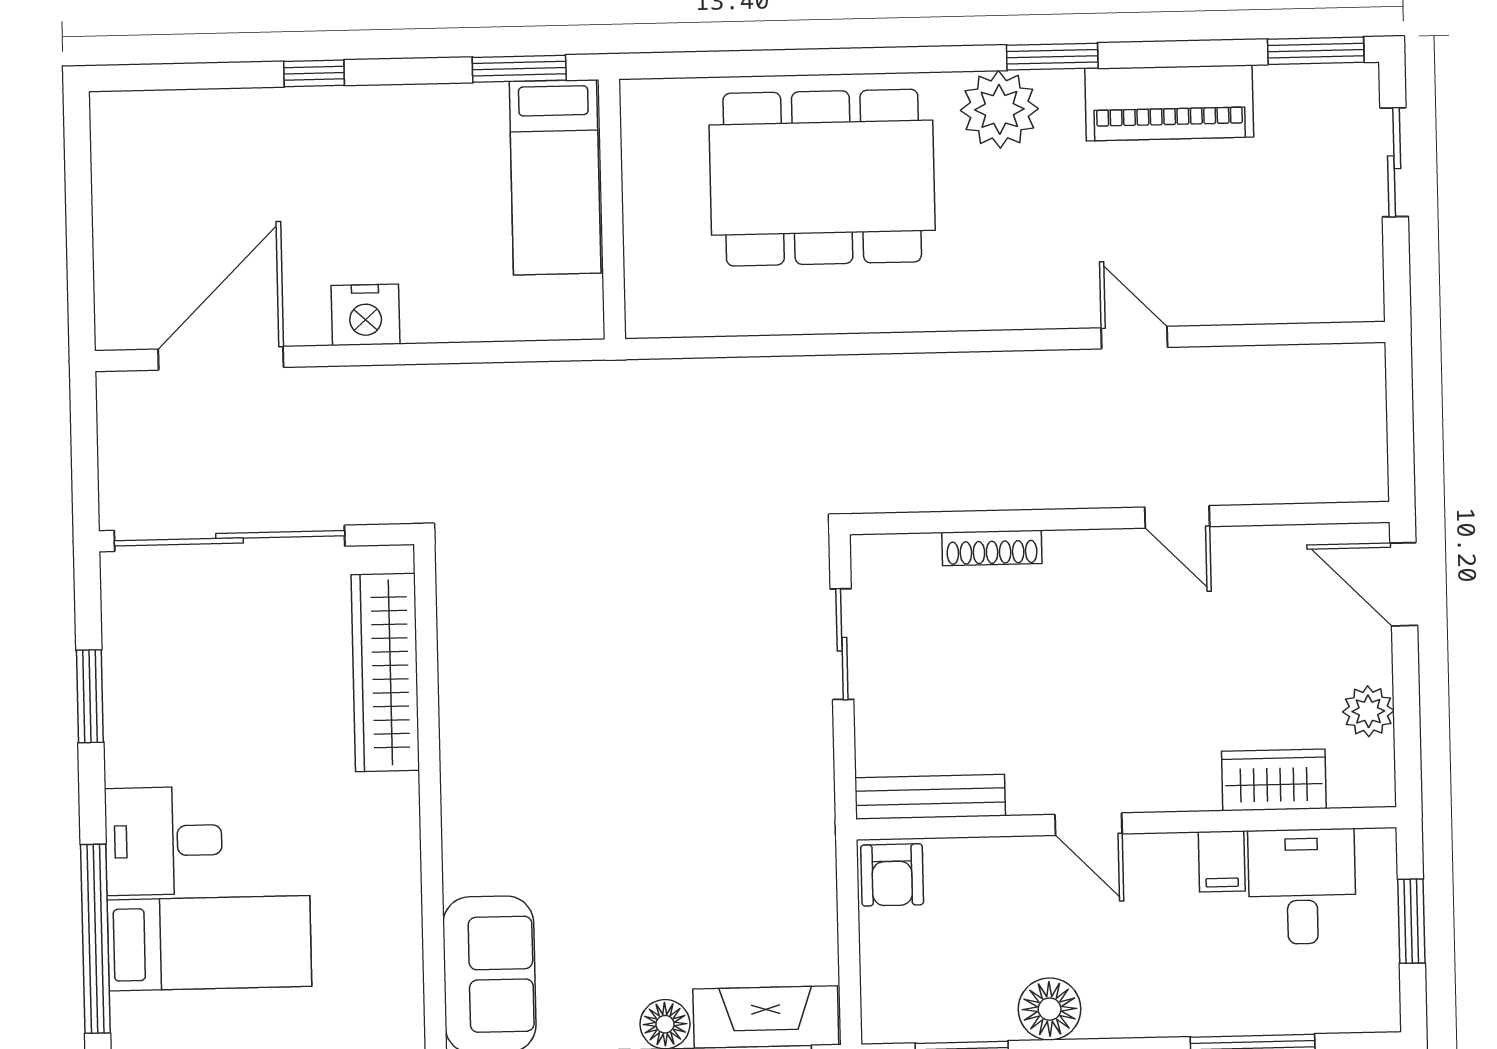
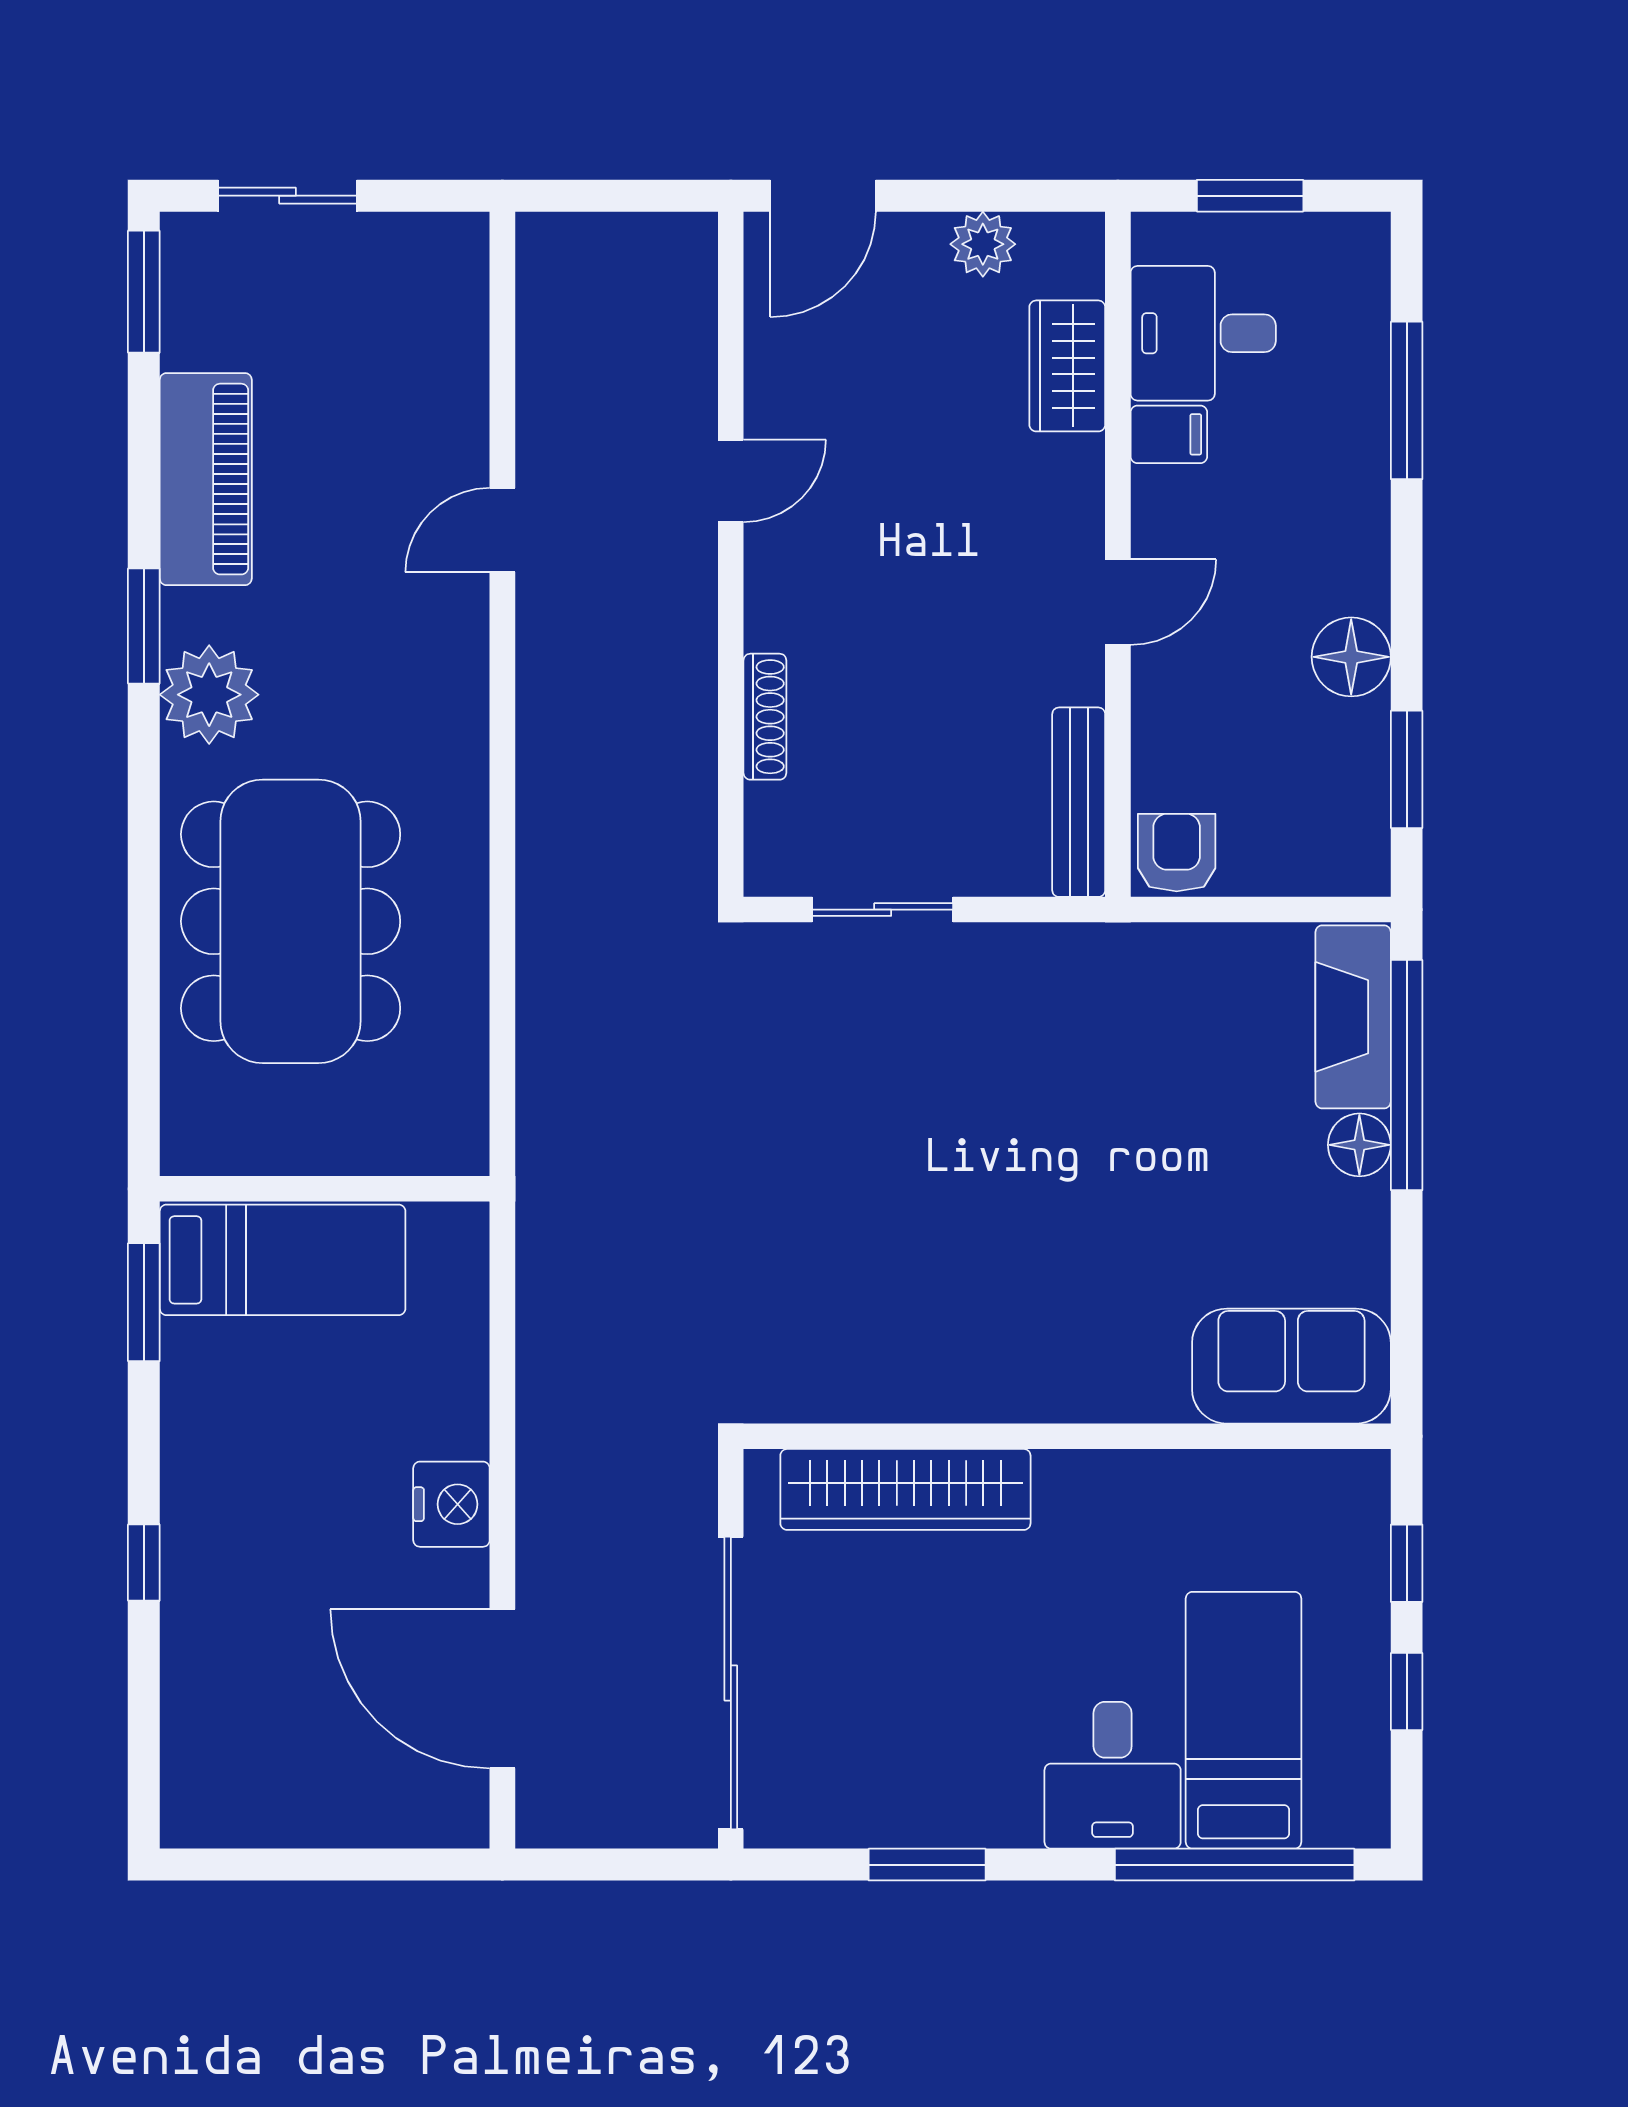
armchair: (892, 875) -> (1177, 853), turned -90

